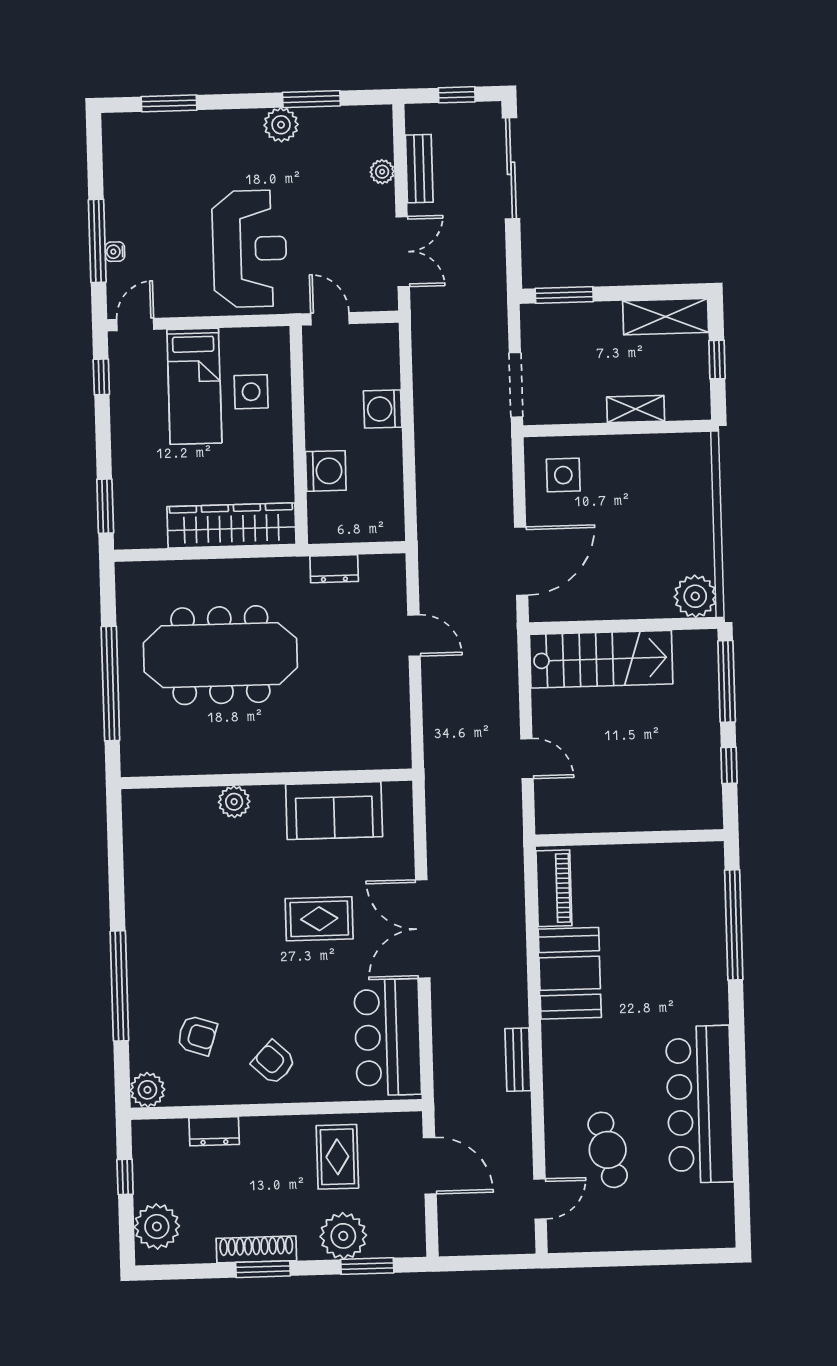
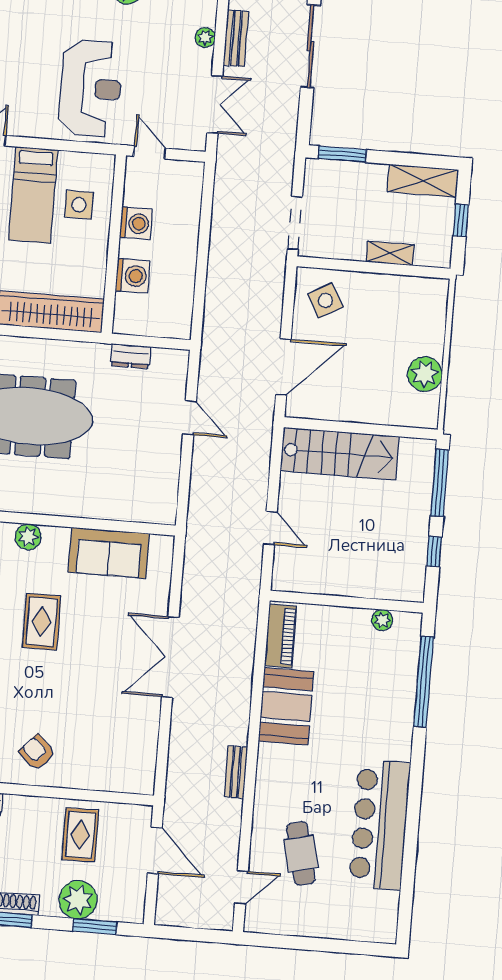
washing machine: (383, 409) -> (136, 223), moved, turned 180
side table: (563, 475) -> (325, 301), turned -30
plant: (695, 596) -> (425, 374), moved
plant: (675, 855) -> (382, 620), added
rug: (319, 919) -> (42, 622), moved, turned 90
bar counter: (388, 1037) -> (132, 742), removed

